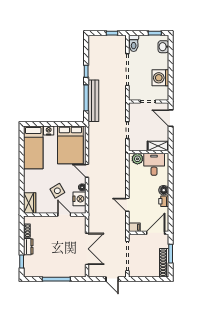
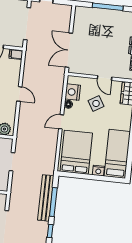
door: (87, 171) -> (61, 122), swing flipped
door: (127, 205) -> (19, 94), moved
door: (64, 215) -> (105, 78), moved
double door: (87, 249) -> (69, 50), moved

